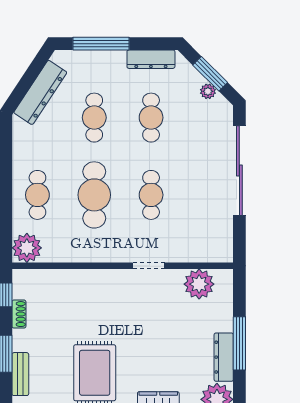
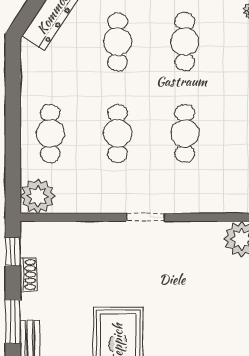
cafe table: (94, 195) -> (118, 133), width x0.73, depth x0.74
doorway: (149, 266) -> (146, 217), moved

